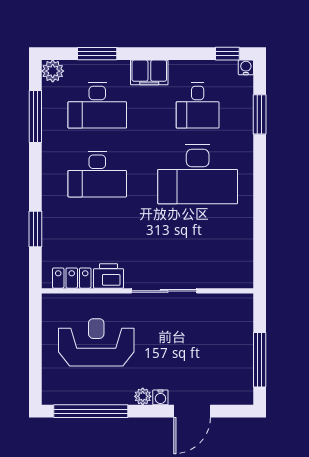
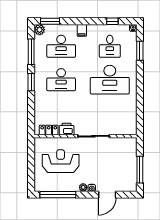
window: (97, 54) -> (50, 21), moved
window: (227, 54) -> (112, 21), moved
filing cabinet: (149, 72) -> (82, 30), width x0.50
window: (35, 229) -> (31, 82), moved

